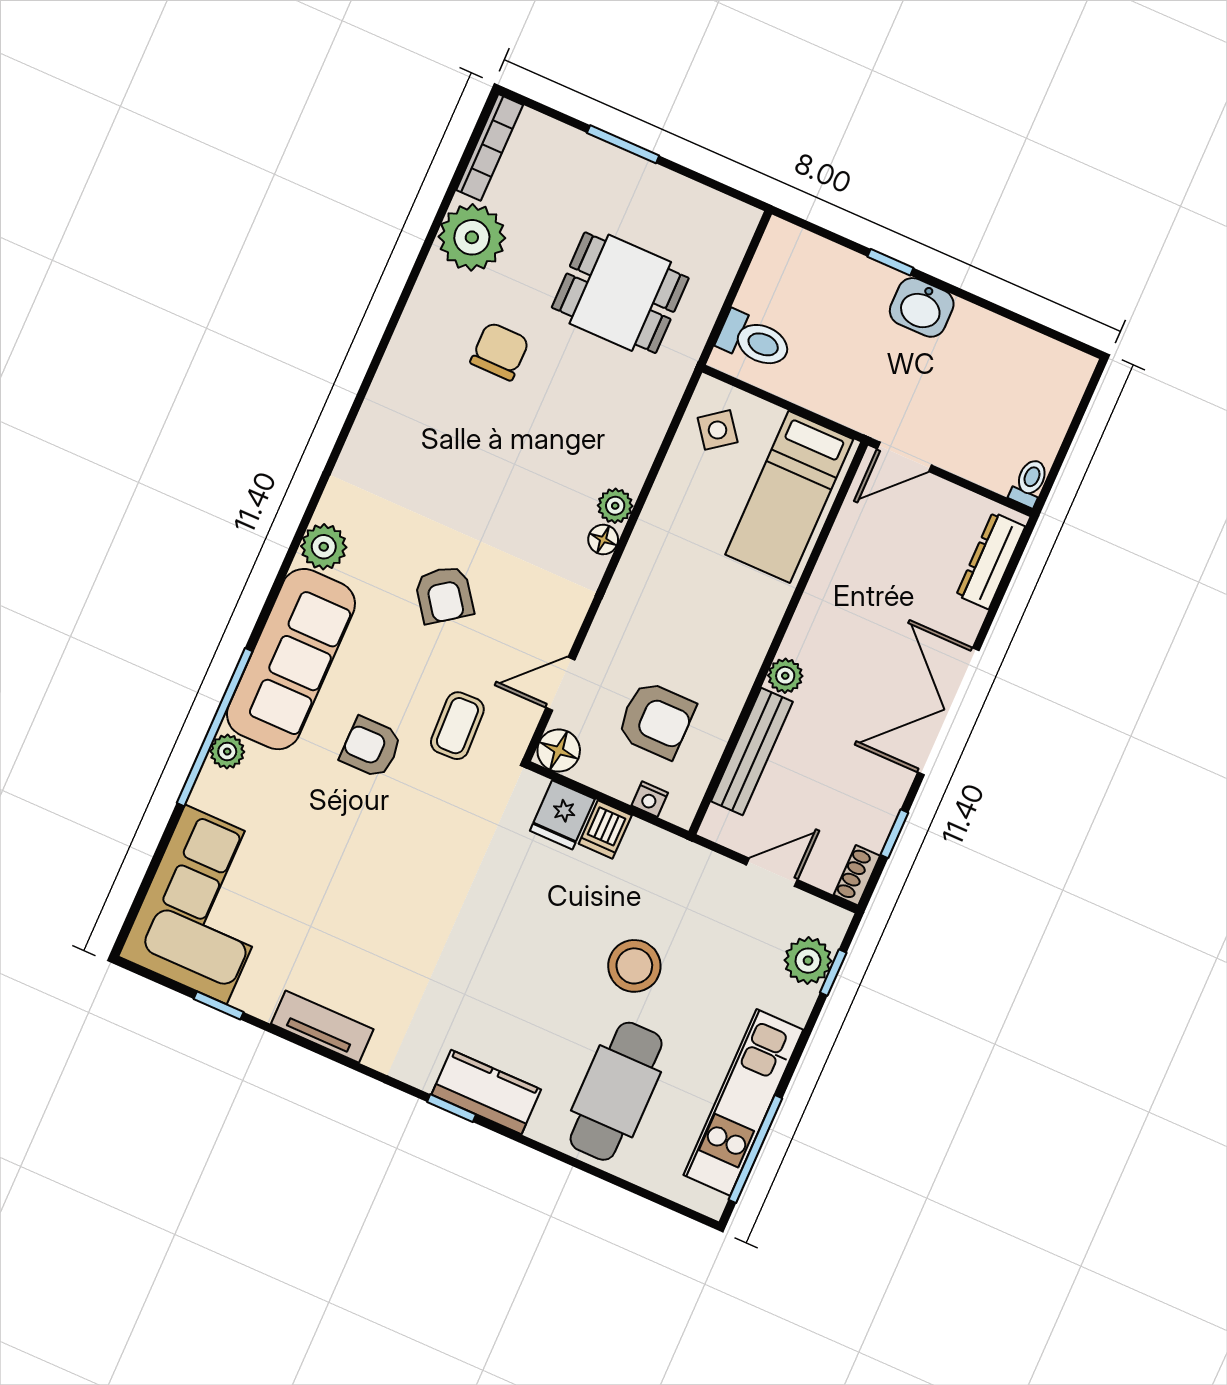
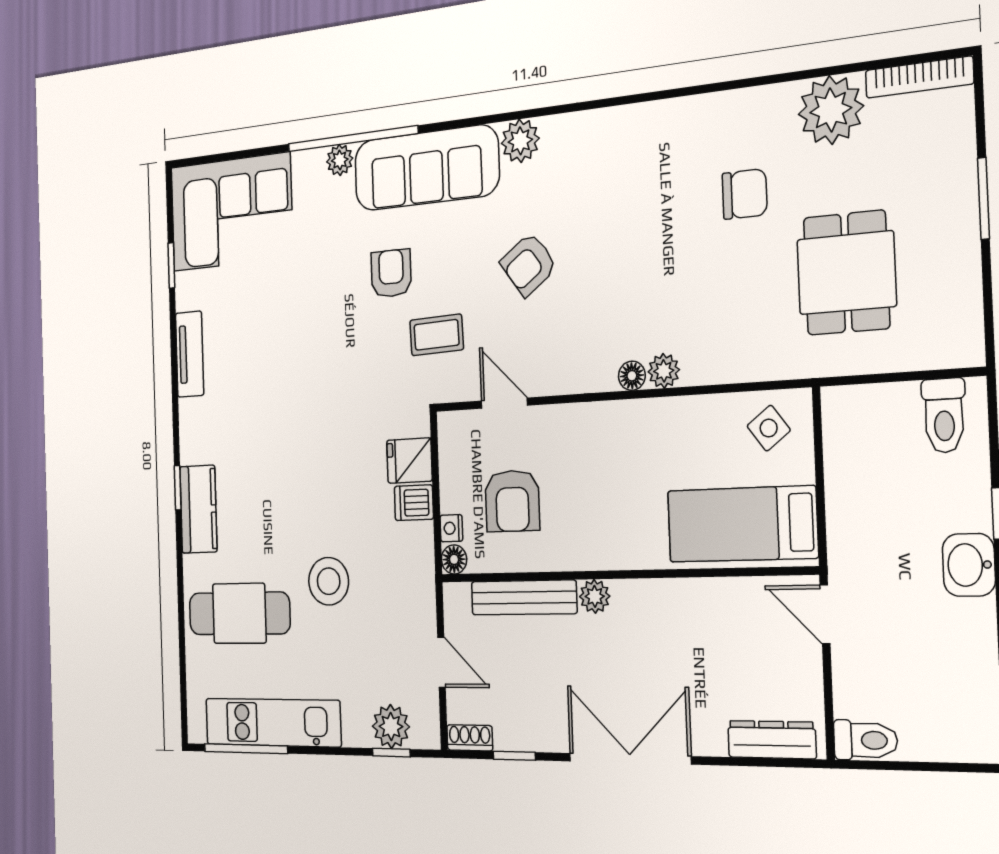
toilet: (754, 340) -> (944, 416), moved
toilet: (1029, 483) -> (865, 740), width x1.37, depth x1.39
floor lamp: (559, 751) -> (454, 559), moved, width x0.73, depth x0.73

